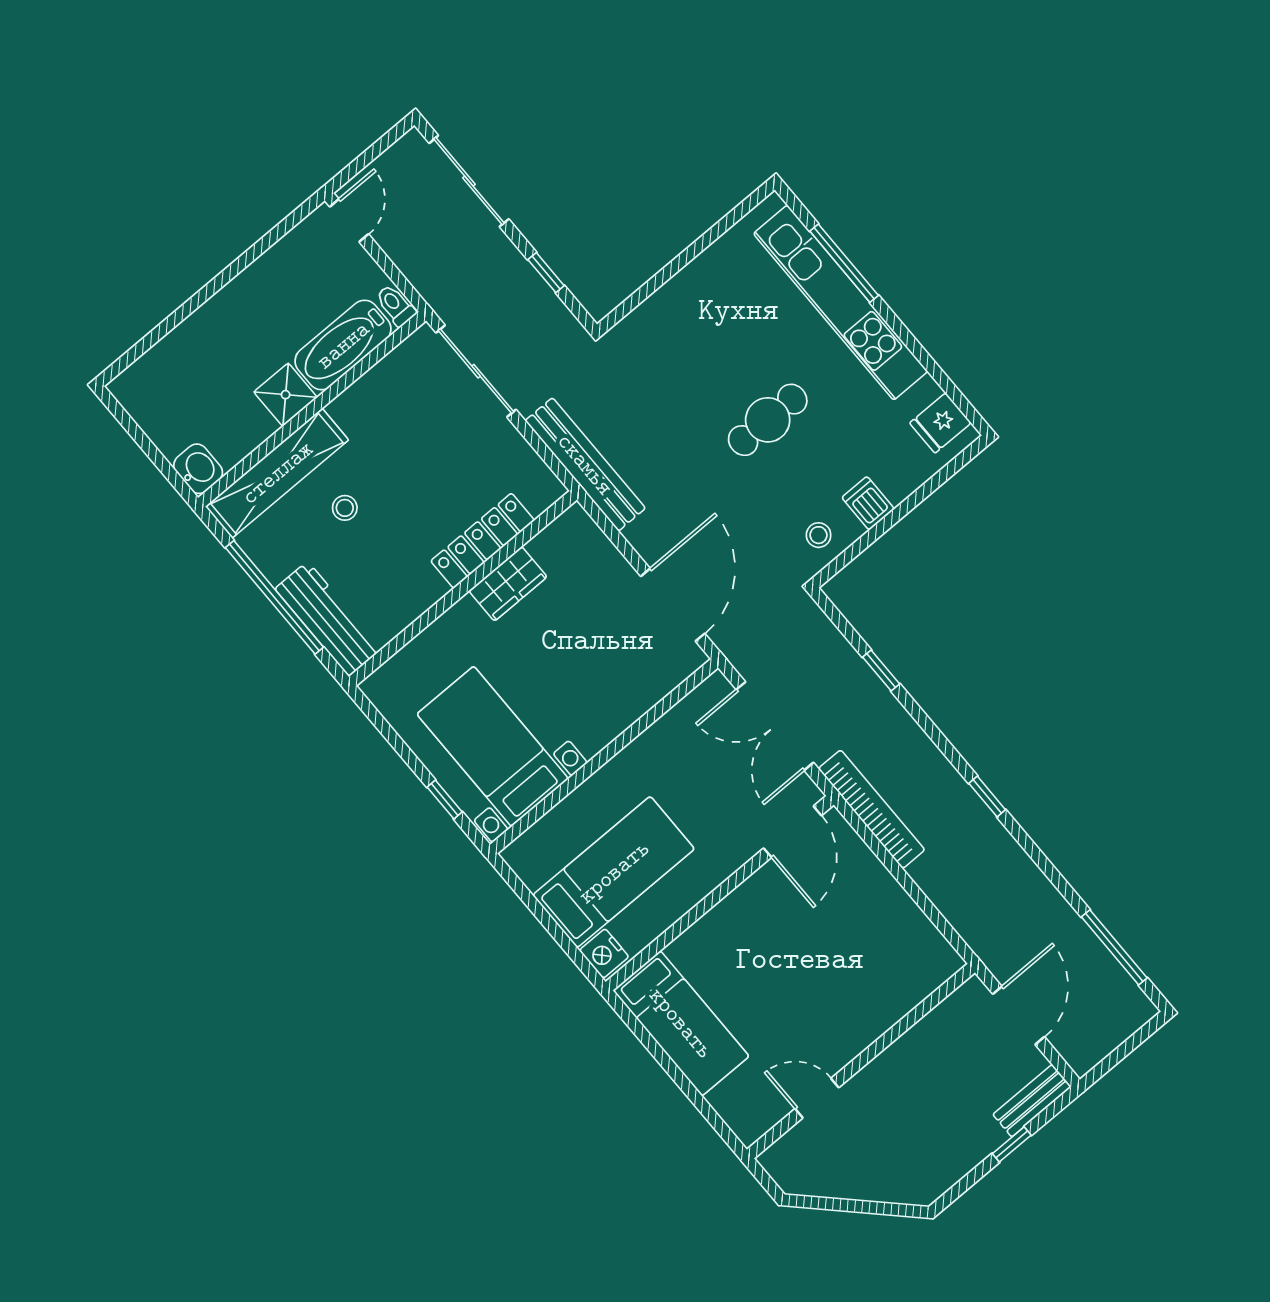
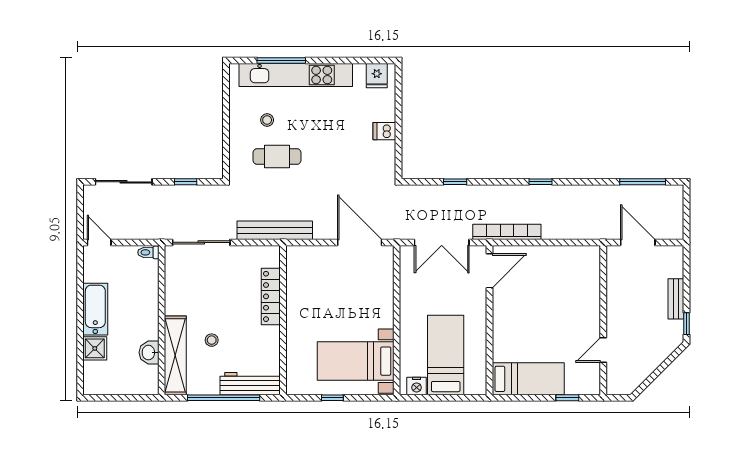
bathtub: (343, 345) -> (95, 309), moved, turned 180
shower: (286, 395) -> (95, 348), moved
cafe table: (768, 420) -> (277, 156), moved, turned 90
washbasin: (198, 469) -> (149, 353), moved, turned -90
stool: (819, 535) -> (267, 120), moved
wardrobe: (508, 584) -> (296, 301), removed
window: (445, 799) -> (332, 398), moved
door: (793, 832) -> (489, 271), hinge flipped
nightstand: (604, 954) -> (417, 386), moved
bench: (1032, 1101) -> (676, 299), moved
window: (702, 1105) -> (567, 398), added
window: (1012, 1144) -> (687, 324), moved

